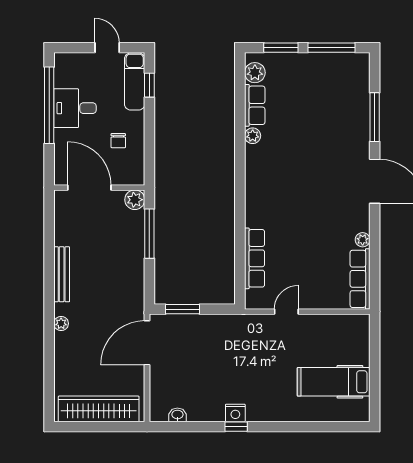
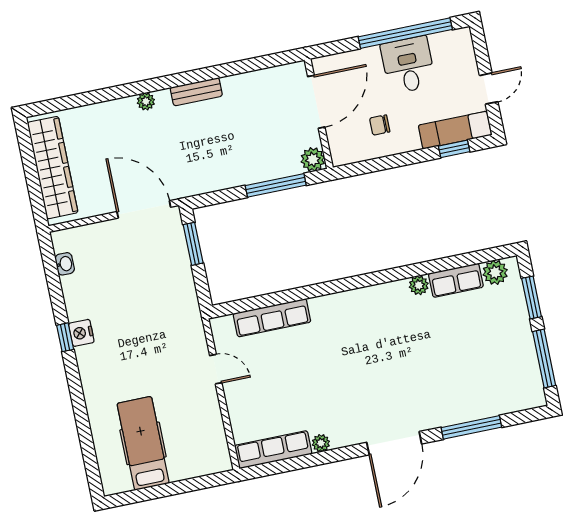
bench: (62, 274) -> (196, 92), width x0.73

